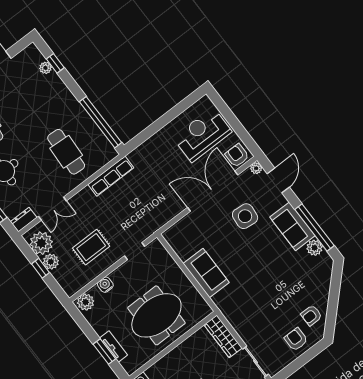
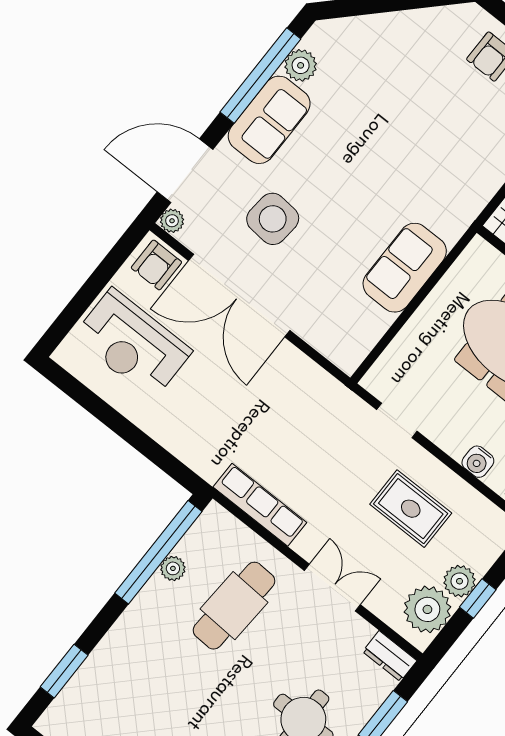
window: (55, 63) -> (64, 671), width x1.50
plant: (45, 68) -> (173, 568), moved
door: (278, 180) -> (185, 171), width x1.36
double door: (52, 209) -> (332, 588), moved
armchair: (311, 315) -> (436, 38), removed

